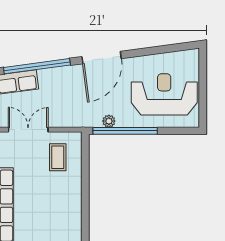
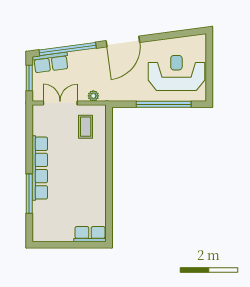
plant: (109, 121) -> (93, 96), moved
window: (125, 131) -> (164, 104), moved

